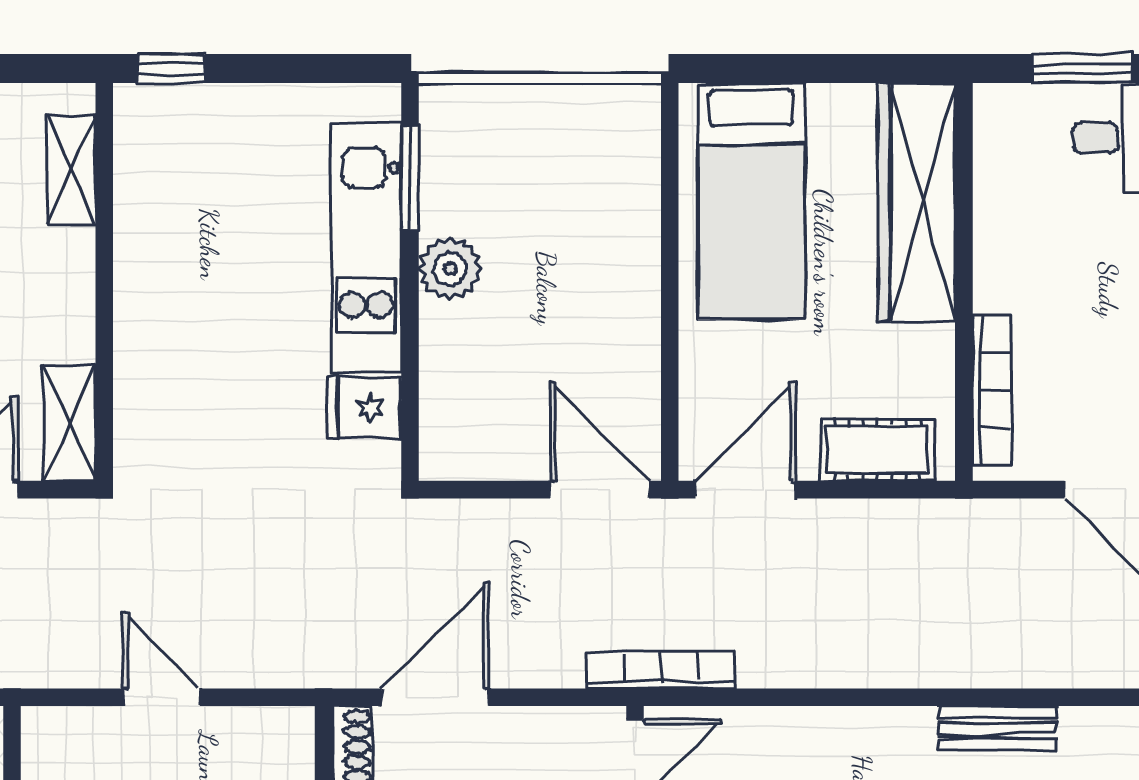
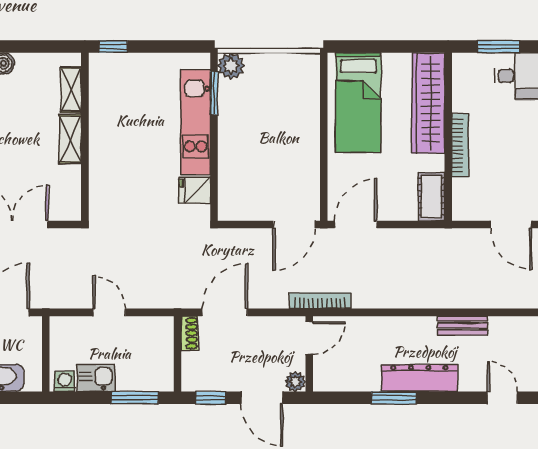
plant: (450, 269) -> (231, 66), moved
bookcase: (992, 390) -> (460, 145), moved
shelving: (69, 423) -> (70, 139), moved
cot: (878, 450) -> (431, 197), moved, turned 90
door: (599, 490) -> (294, 225), swing flipped

